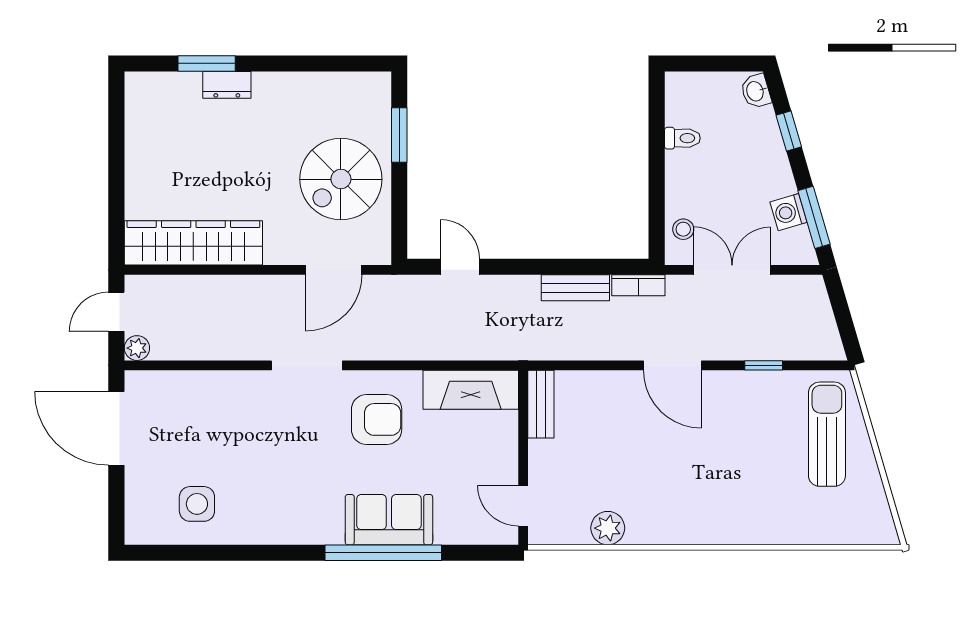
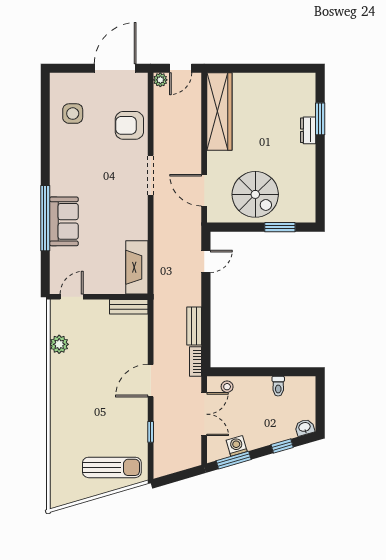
spiral stairs: (341, 179) -> (255, 194), turned 180
door: (116, 312) -> (181, 68), swing flipped
armchair: (377, 419) -> (129, 125), moved, turned 90

